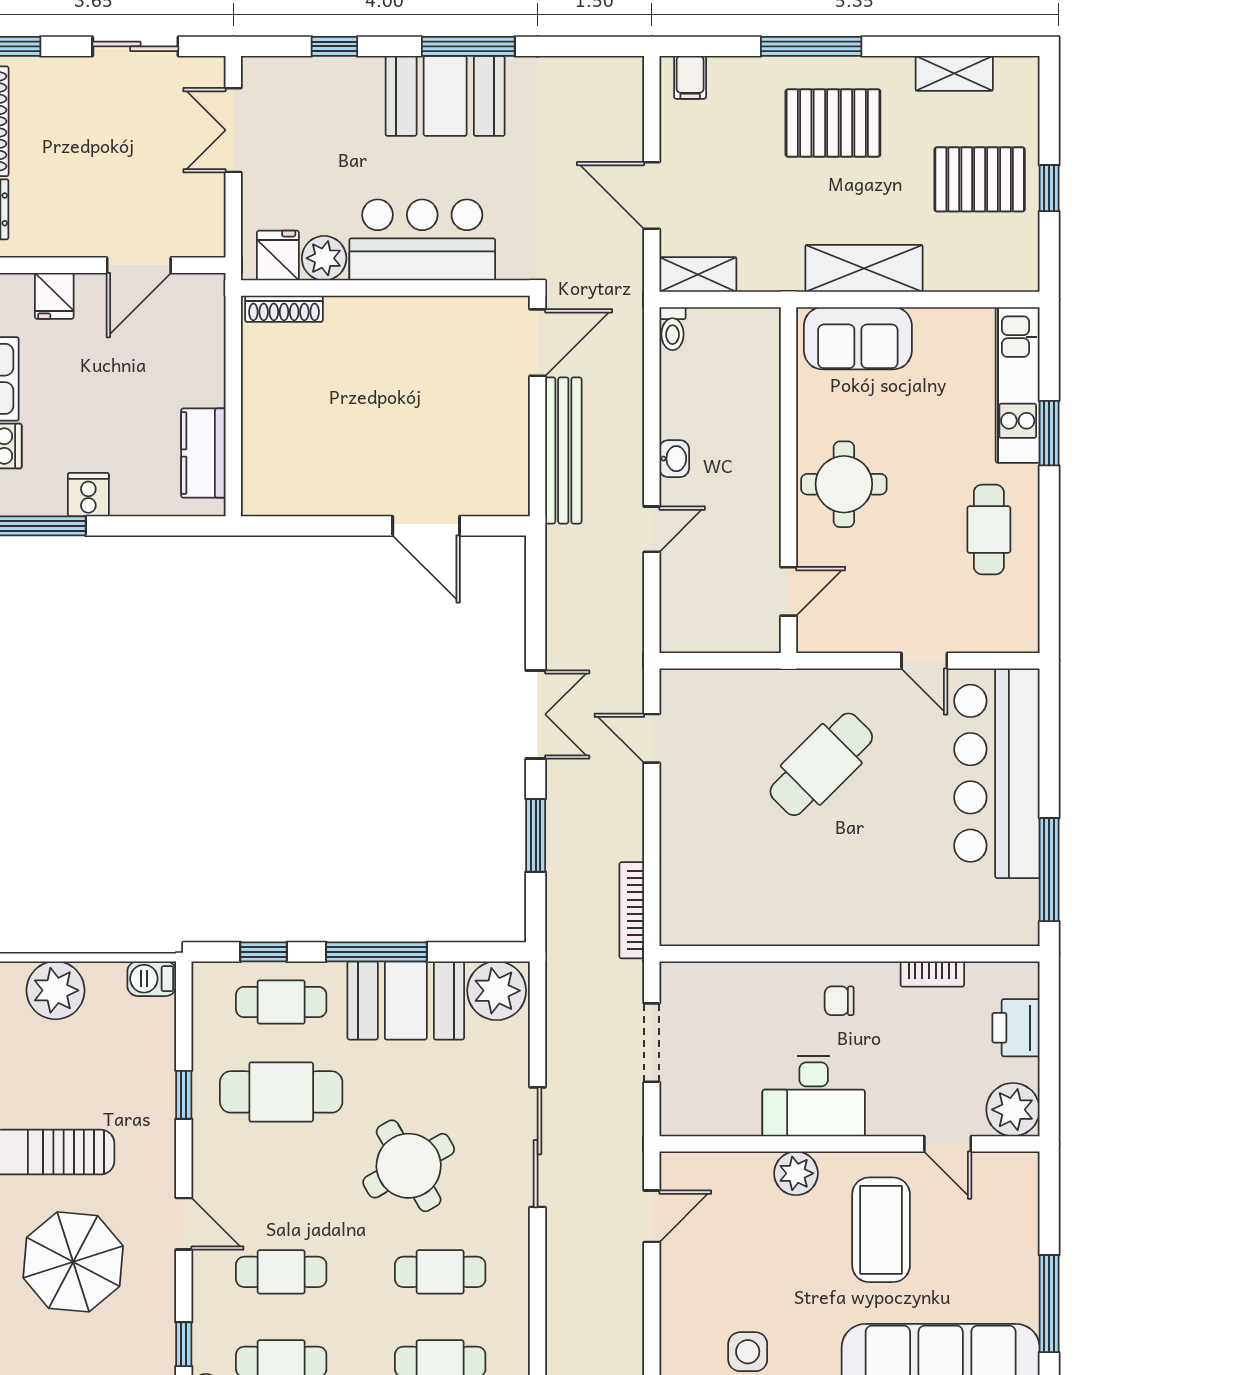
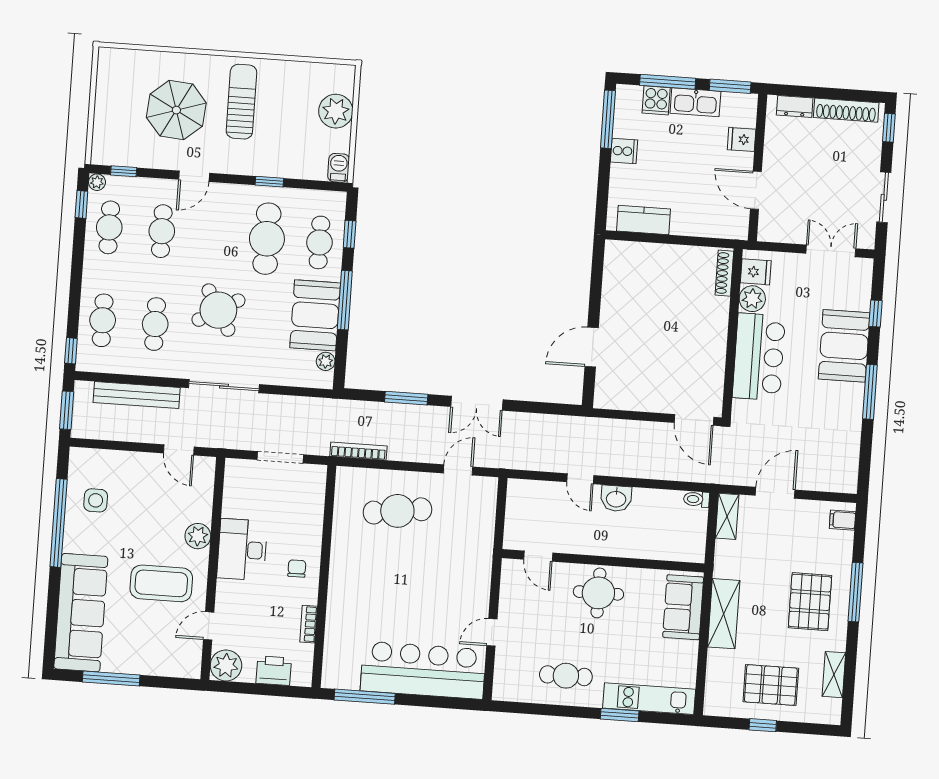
booth: (445, 96) -> (844, 346), moved
pallet: (980, 179) -> (771, 685), turned 90
bench: (563, 450) -> (137, 395), moved
washbasin: (674, 459) -> (616, 498), width x1.38, depth x1.45
cafe table: (821, 764) -> (397, 511), moved, turned -53
plant: (497, 991) -> (326, 361), width x0.53, depth x0.53

